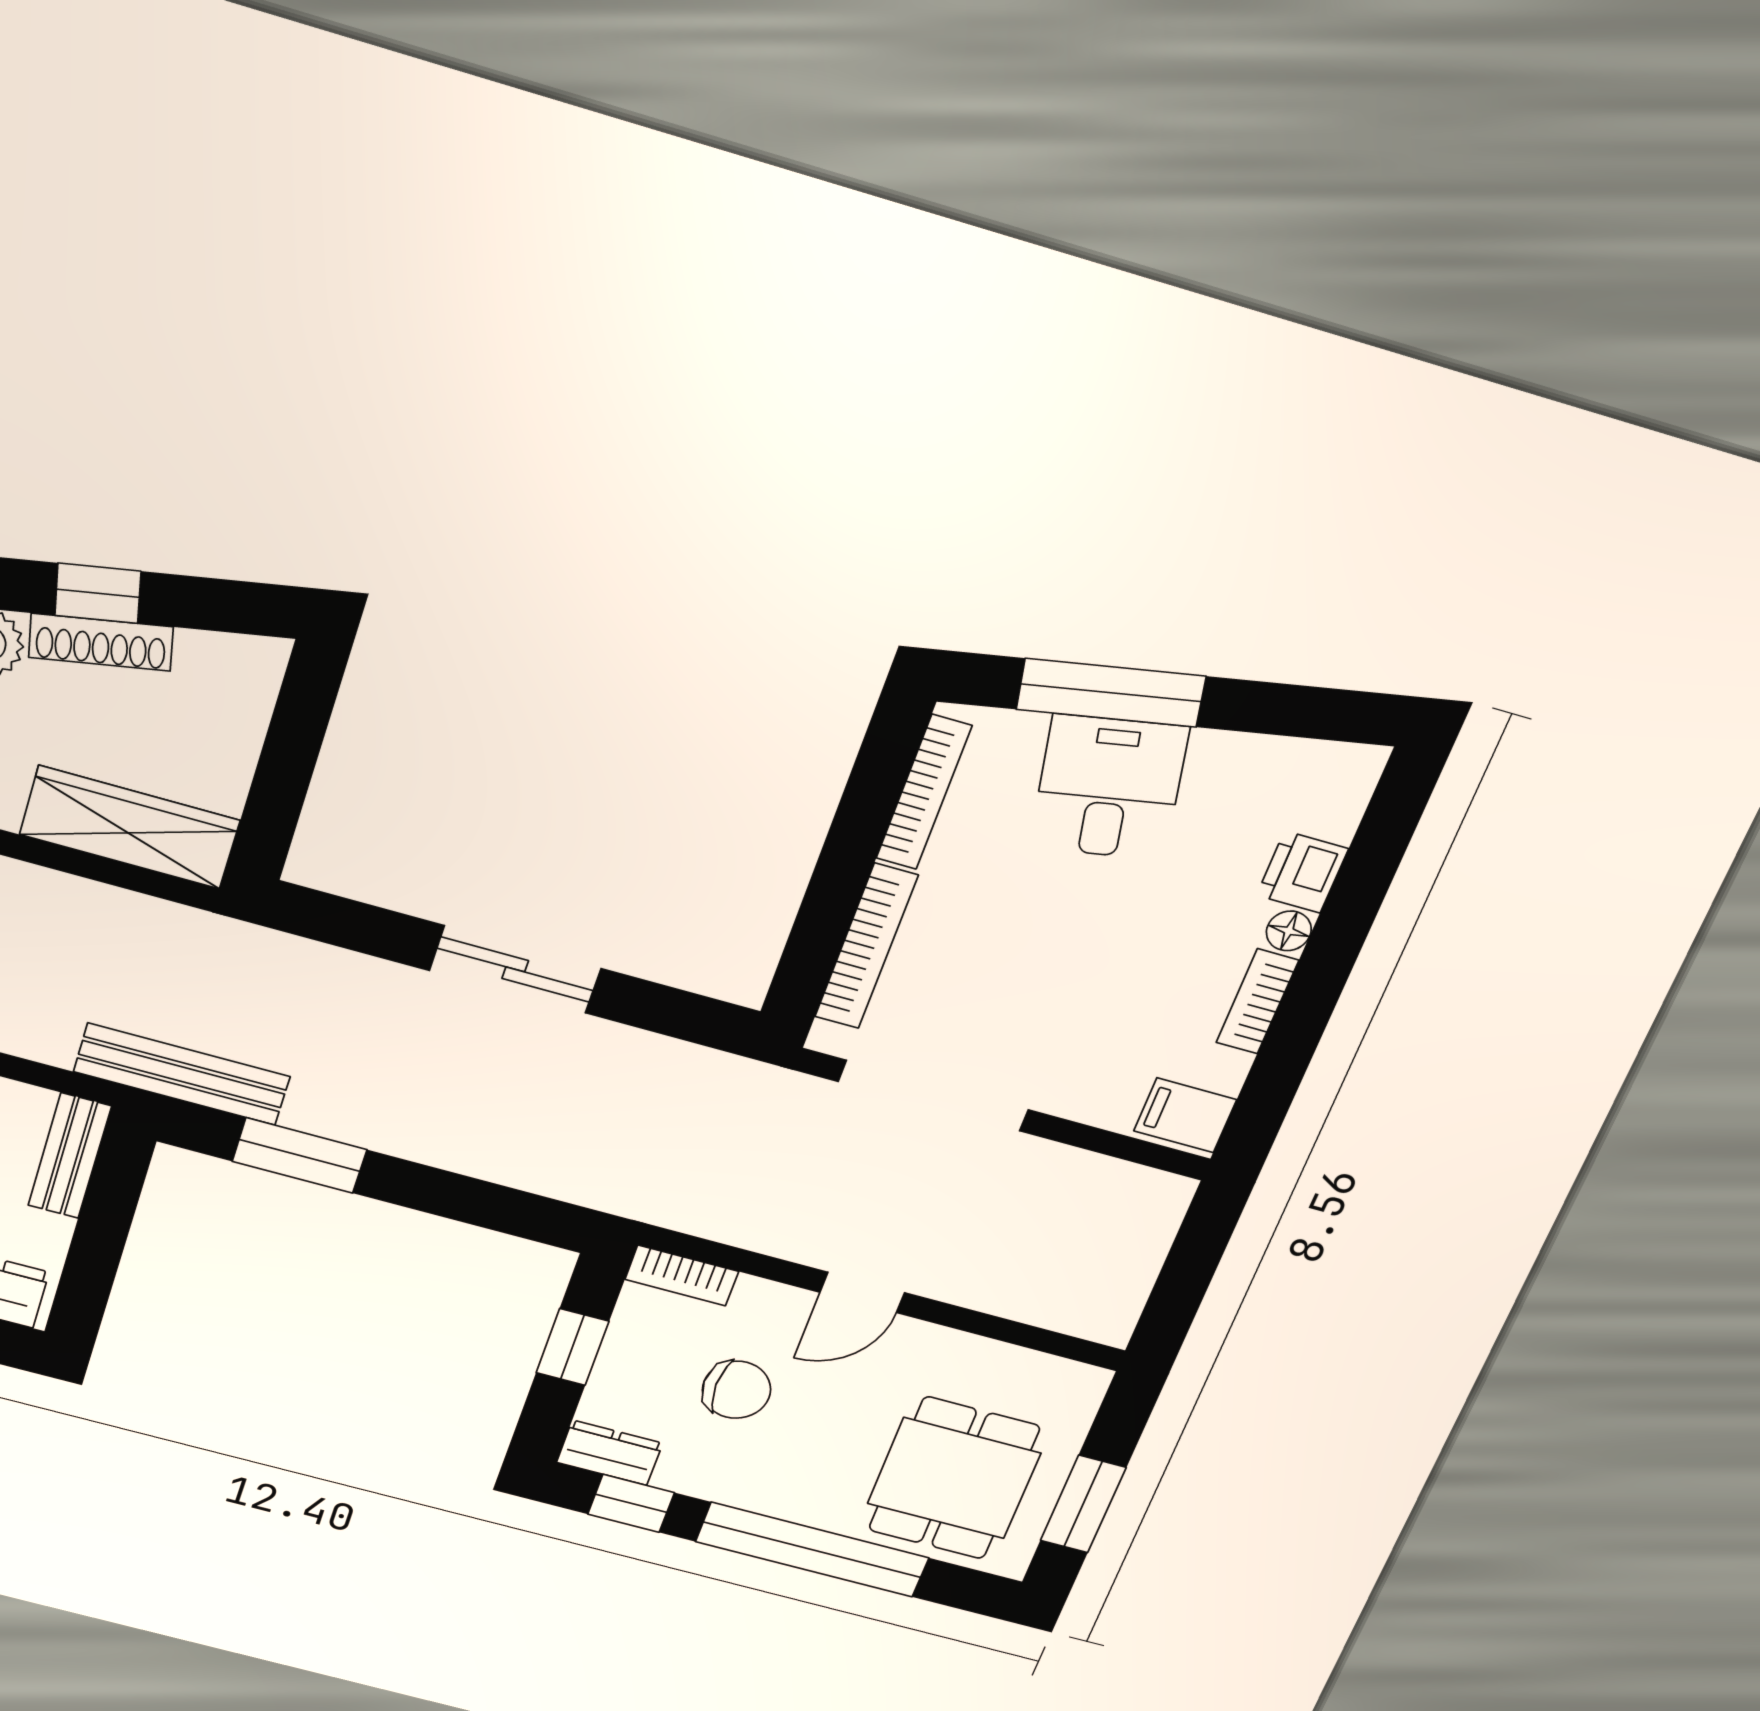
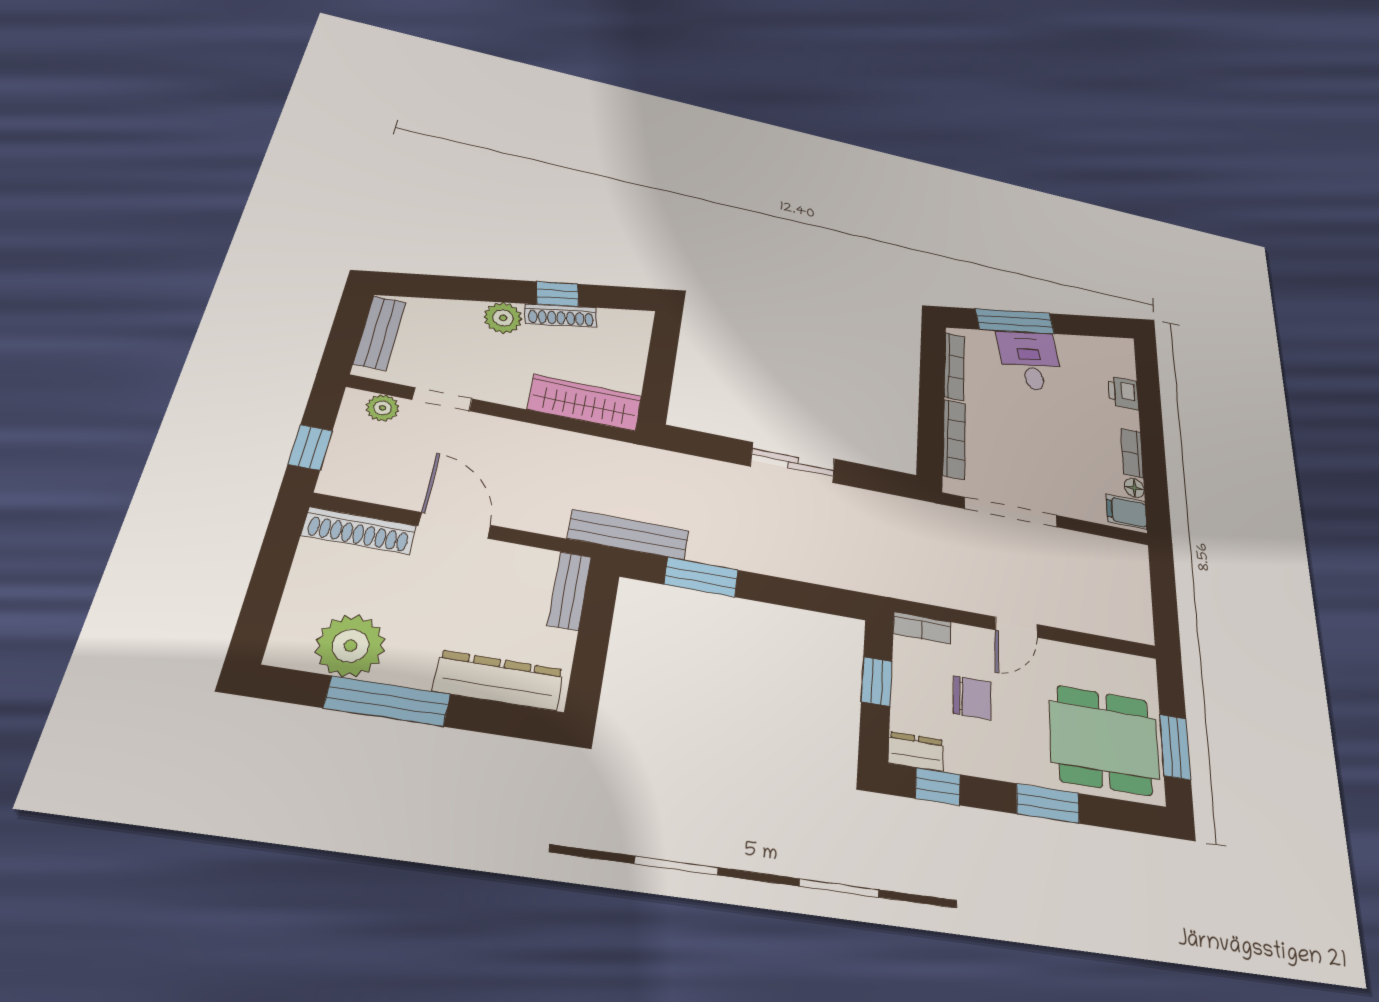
floor lamp: (1289, 931) -> (1134, 488), moved
dining table: (954, 1478) -> (1104, 740), width x1.38
window: (812, 1550) -> (1048, 803), width x0.47

